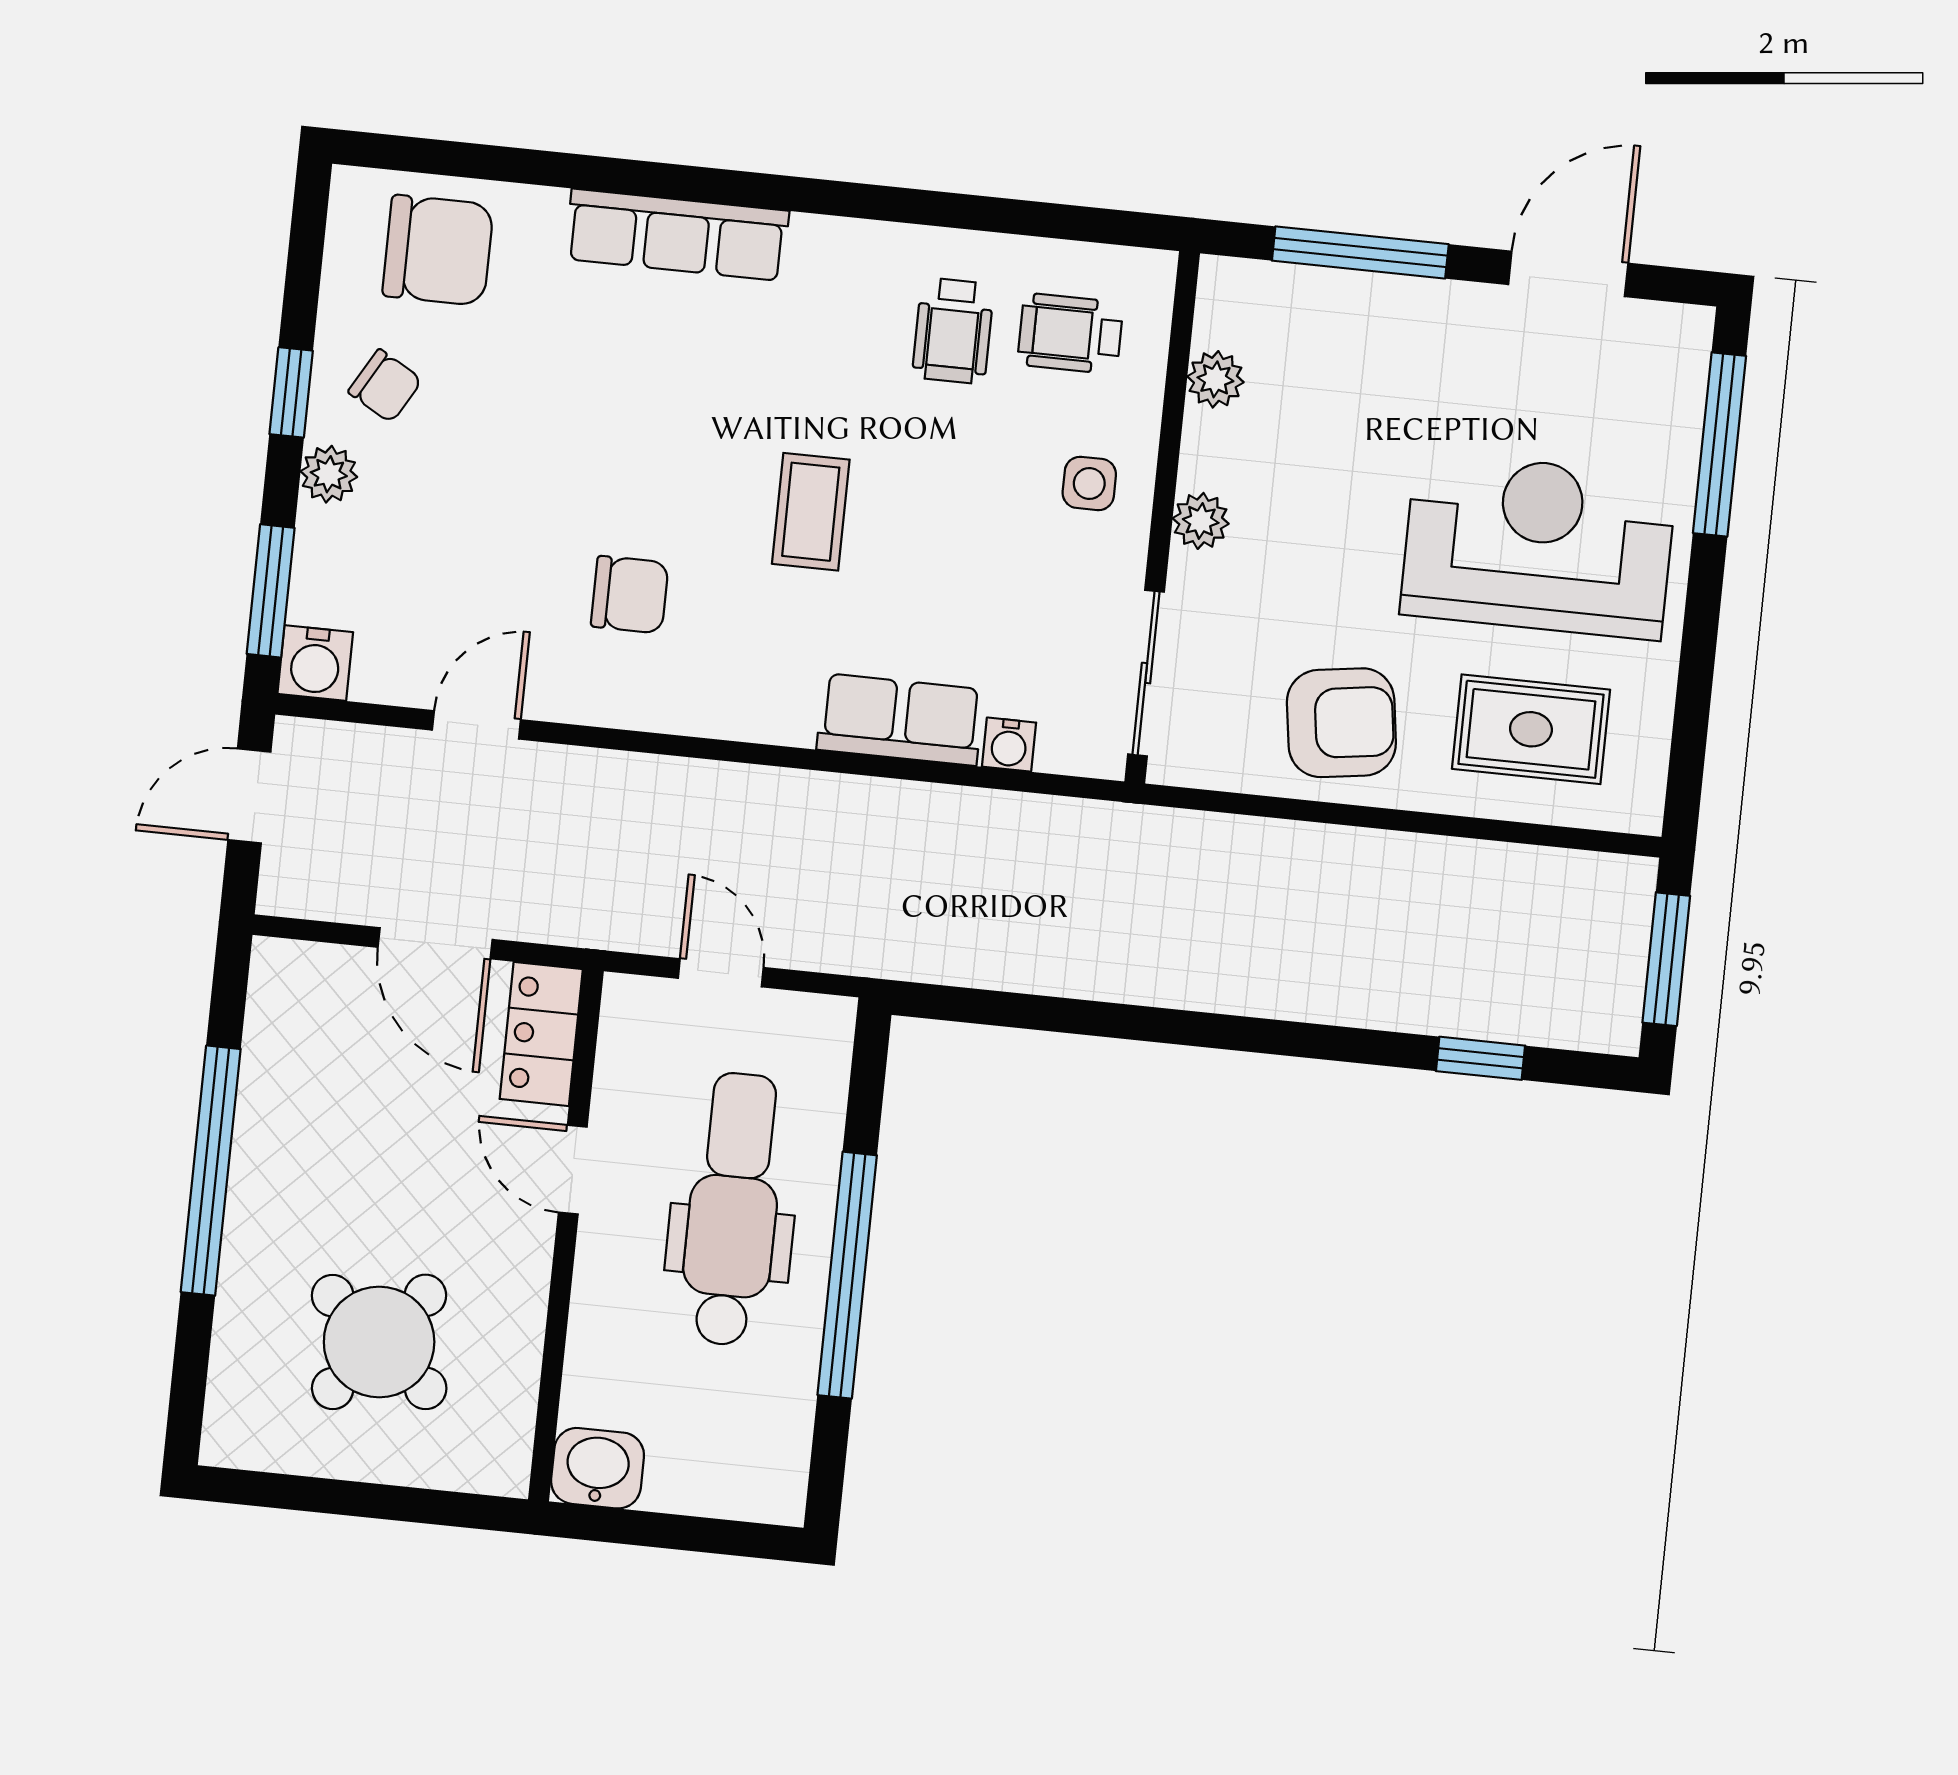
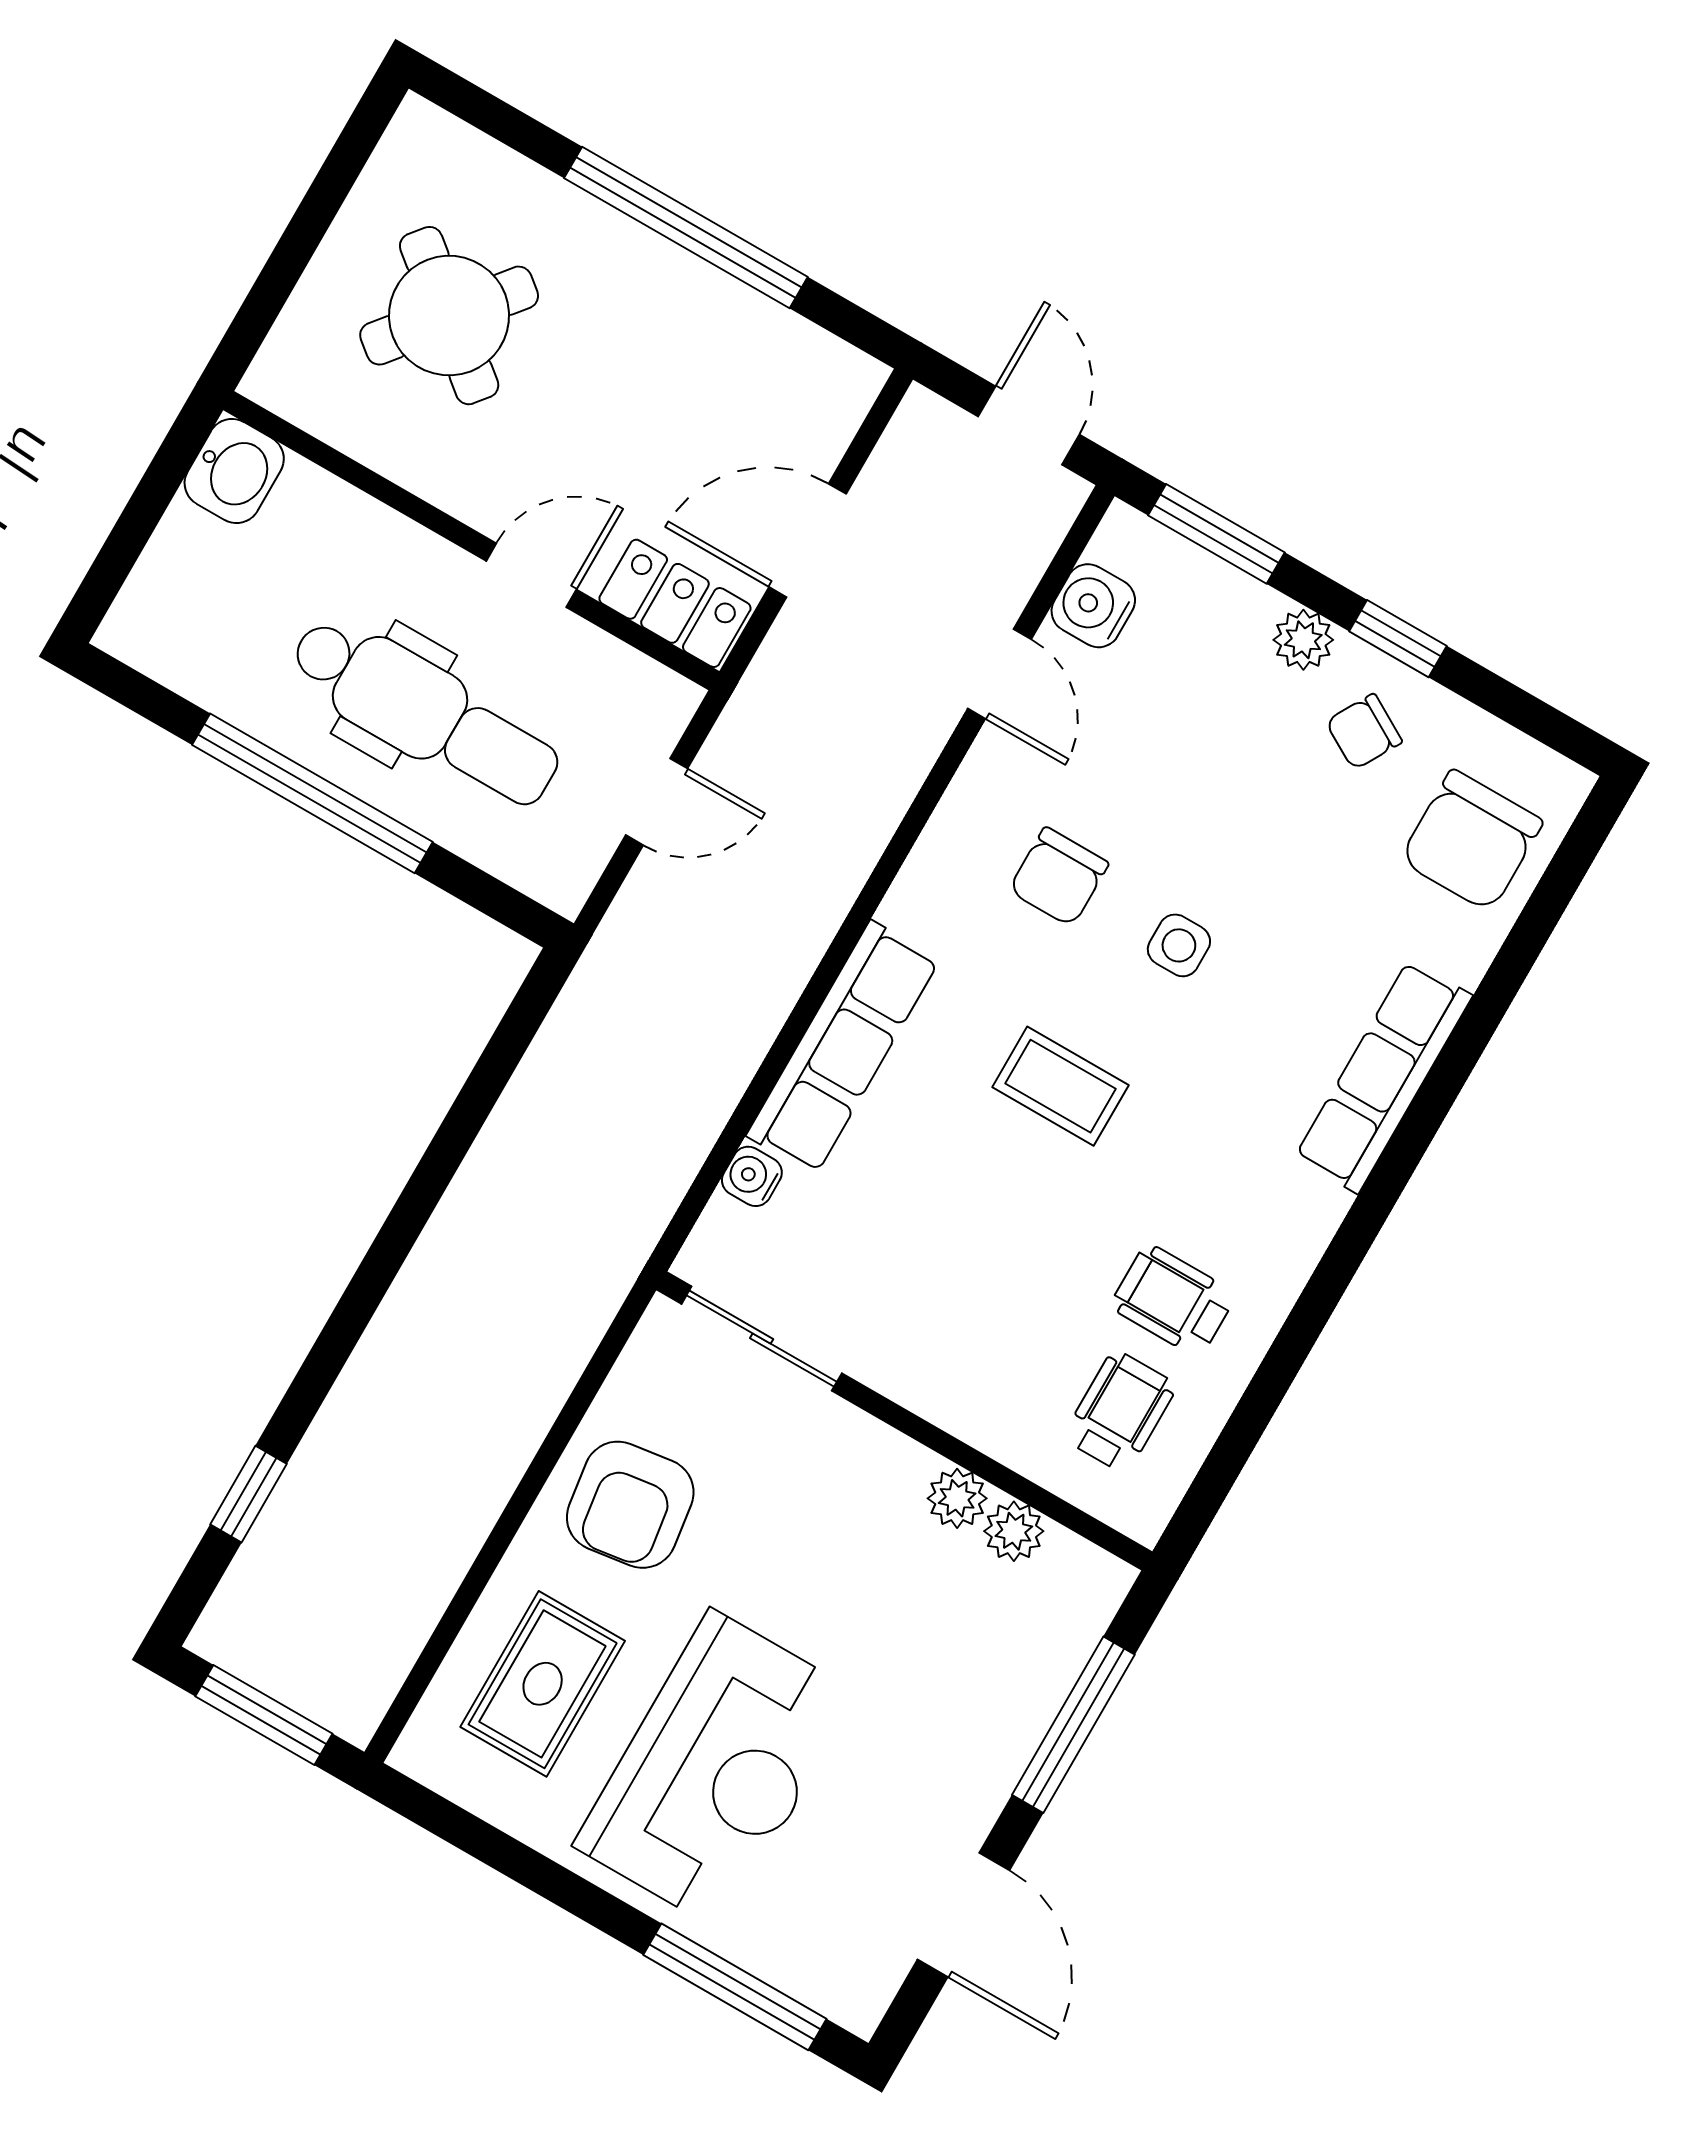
side table: (1089, 483) -> (1179, 945), moved
plant: (1201, 521) -> (957, 1498), moved
water cooler: (315, 663) -> (1093, 606), moved
row of seats: (900, 719) -> (843, 1048), width x1.48

